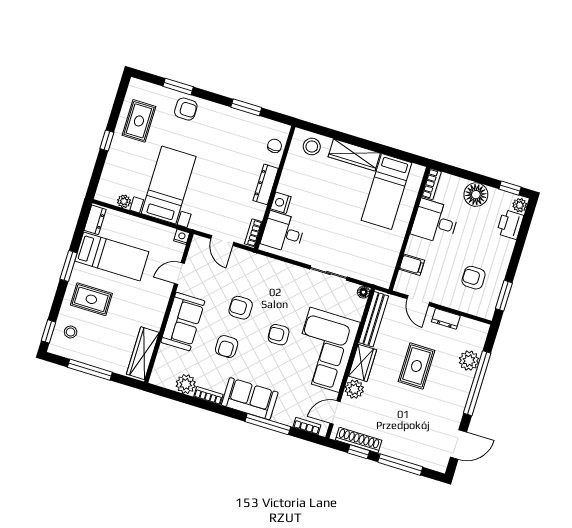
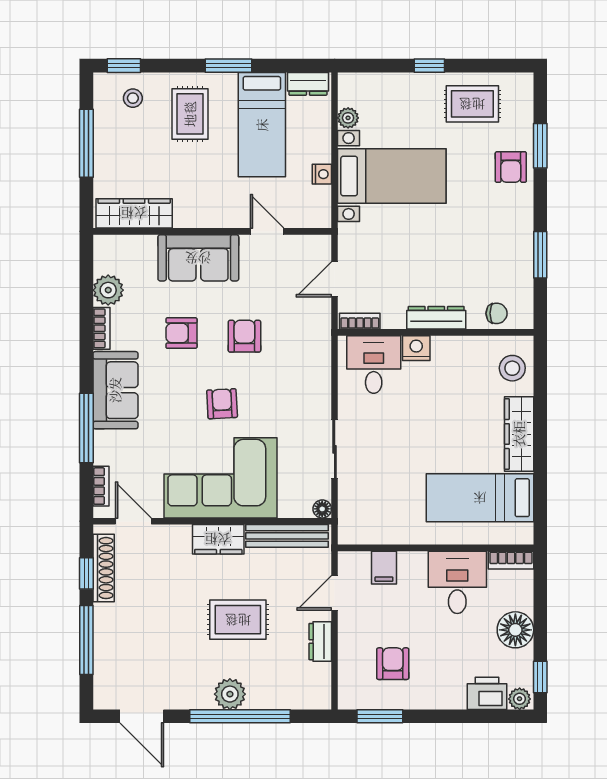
nightstand: (182, 237) -> (322, 174), moved
plant: (469, 361) -> (230, 694), moved
plant: (354, 389) -> (176, 539), removed

